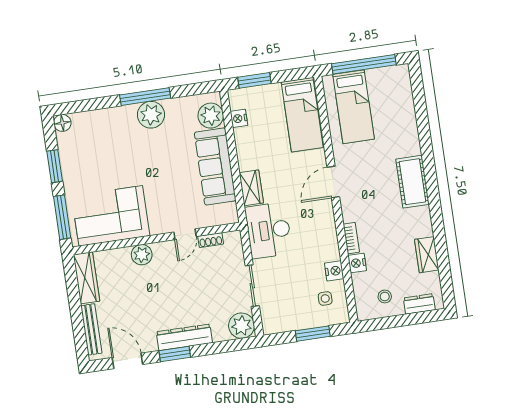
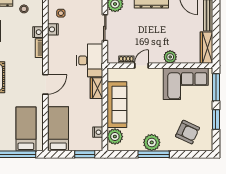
floor lamp: (62, 123) -> (207, 146), removed
armchair: (97, 140) -> (188, 132), added

